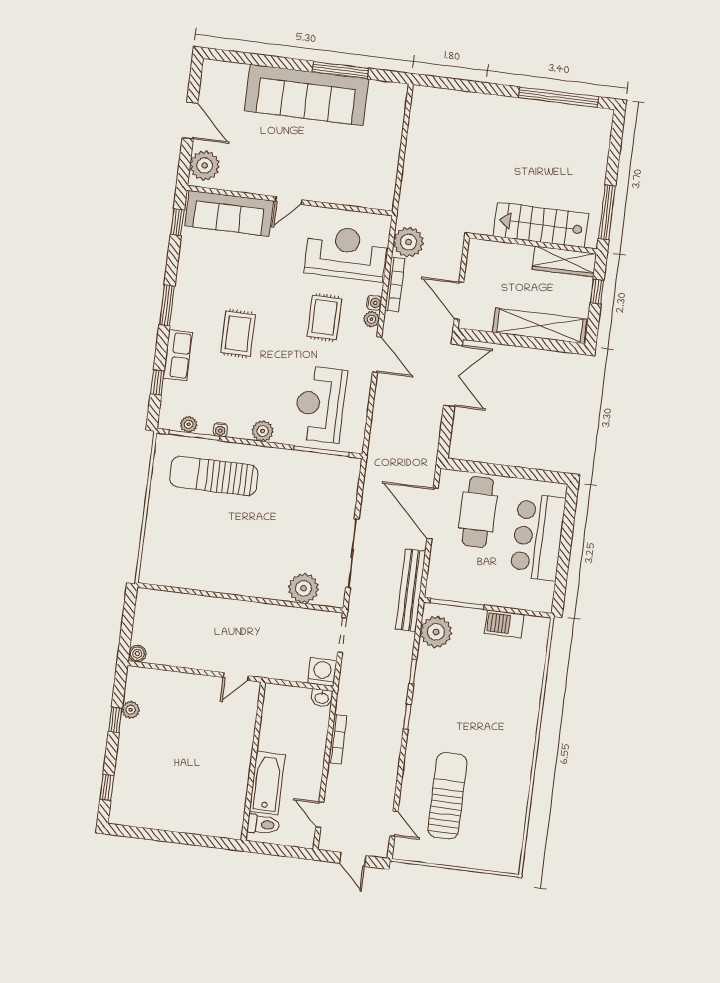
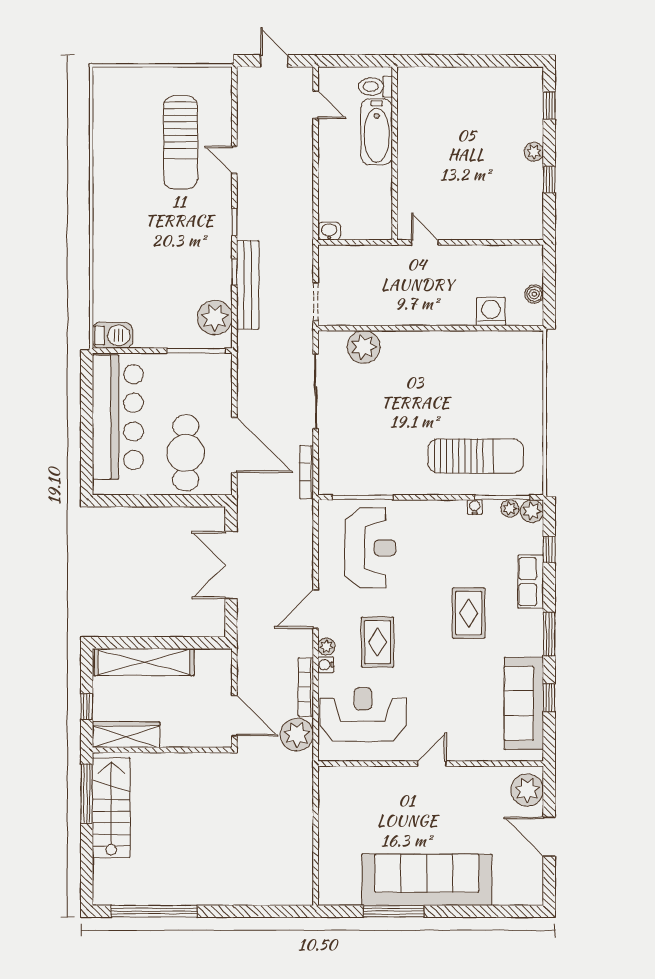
sofa: (229, 213) -> (524, 703), moved, turned -90
window: (177, 222) -> (549, 698), moved
stairs: (541, 225) -> (111, 808), moved, turned -90
reception desk: (346, 253) -> (363, 714), turned 180
door: (459, 301) -> (234, 716), moved
door: (377, 355) -> (316, 609), hinge flipped
double door: (453, 375) -> (231, 565), moved
plant: (263, 431) -> (532, 511), moved
bar counter: (538, 537) -> (118, 417), width x1.36
bench: (411, 590) -> (248, 285), moved
barbecue: (504, 624) -> (112, 335), moved
boiler: (137, 654) -> (534, 294), moved
washing machine: (322, 672) -> (491, 312), moved, turned 180
door: (236, 677) -> (425, 242), hinge flipped
plant: (131, 710) -> (534, 152), moved
bookcase: (338, 739) -> (307, 472), moved
door: (394, 824) -> (234, 160), moved

